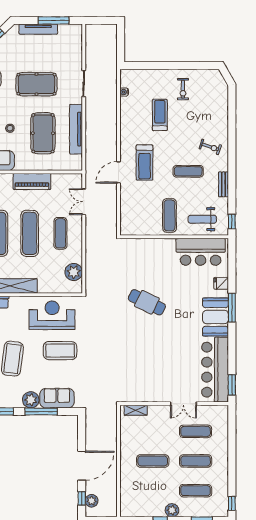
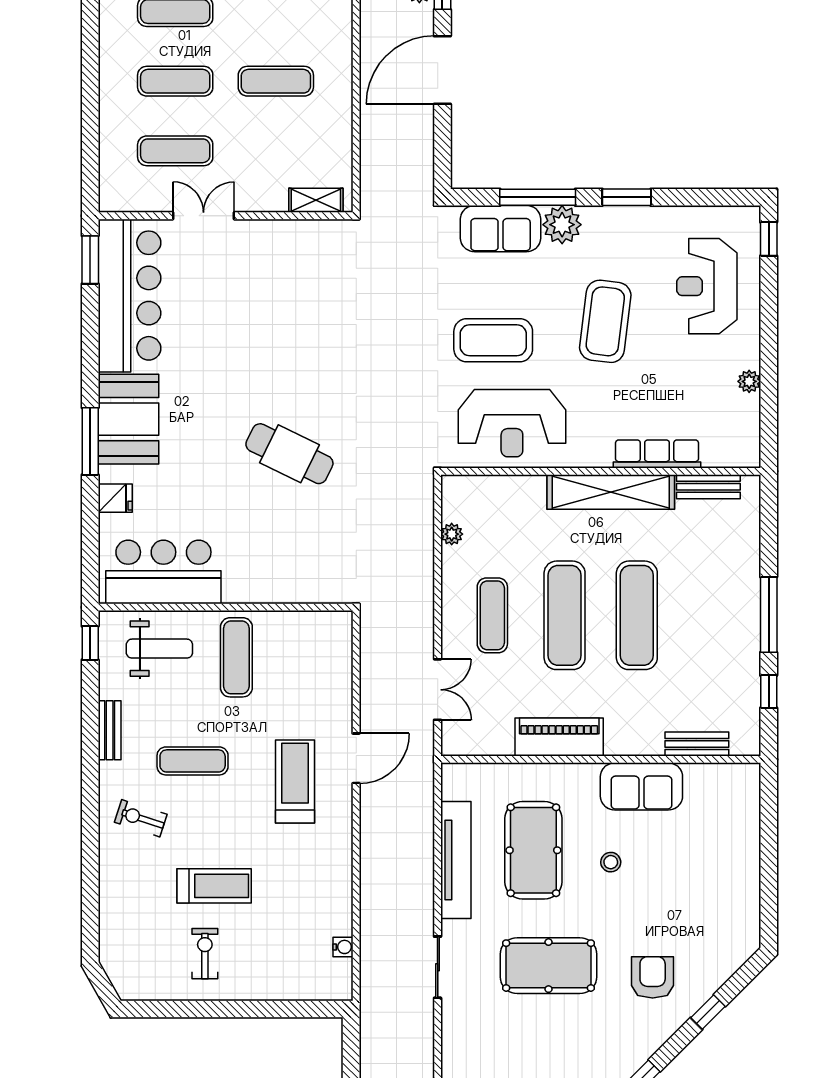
treadmill: (160, 115) -> (214, 886), moved, turned -90
plant: (74, 272) -> (452, 534), width x0.53, depth x0.53

